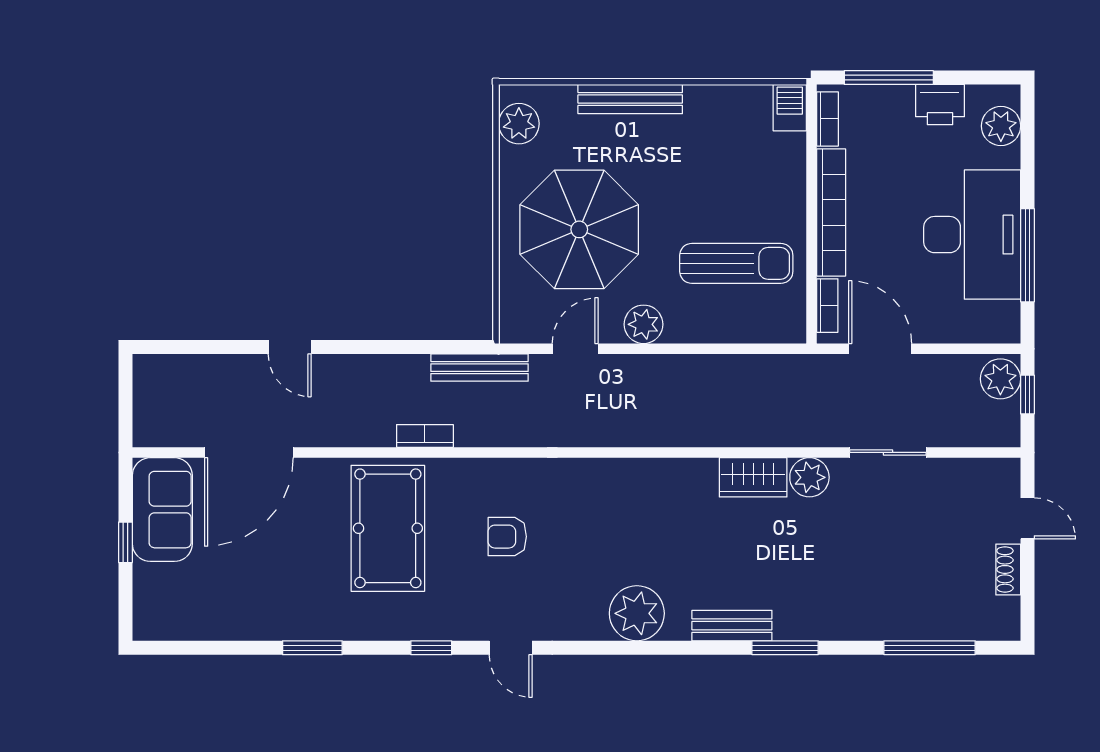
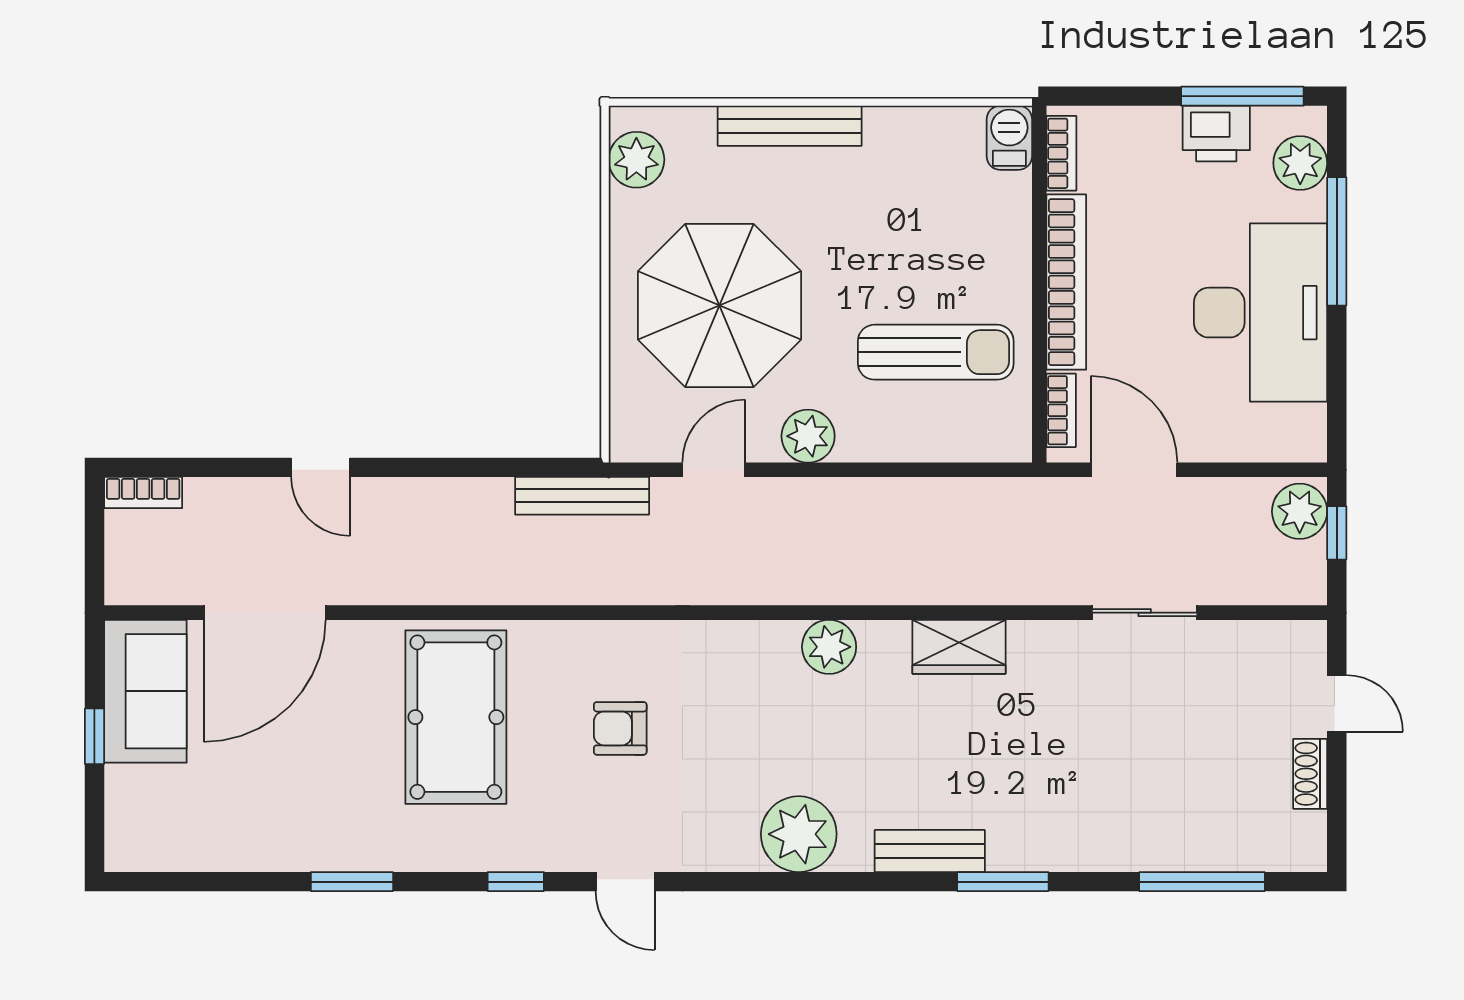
window: (889, 77) -> (1242, 96), moved
window: (1027, 255) -> (1337, 241), moved
bookcase: (425, 436) -> (143, 493), moved, turned 180
plant: (809, 477) -> (829, 647), moved

